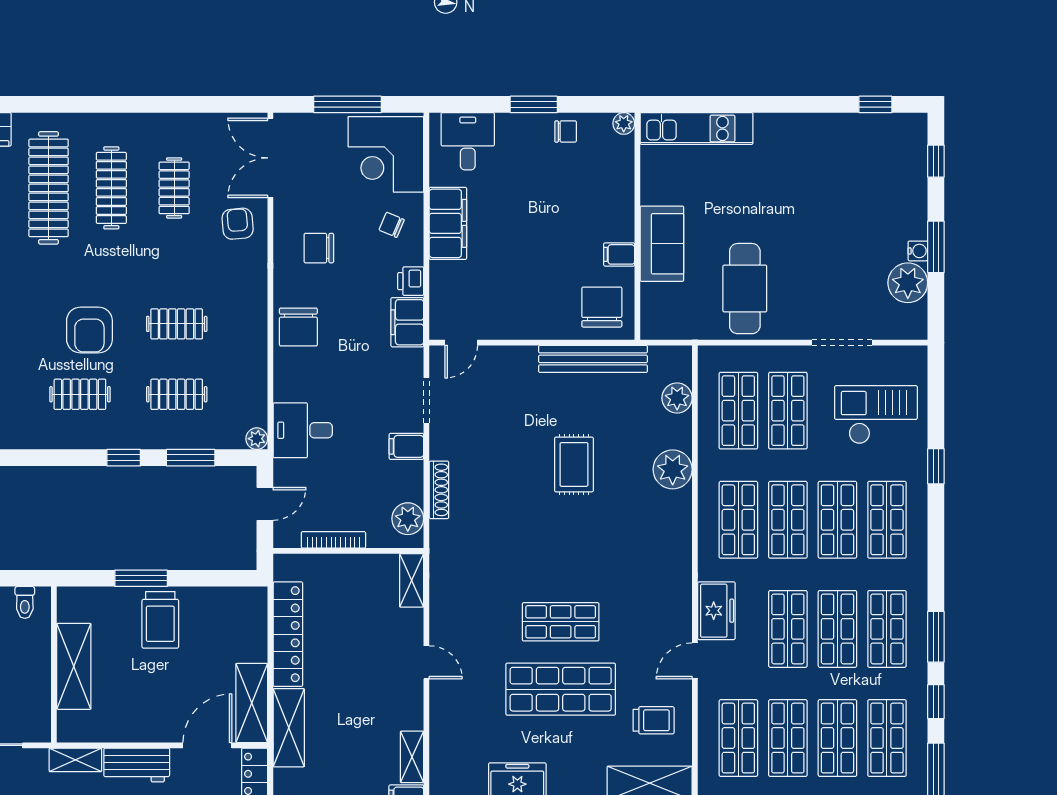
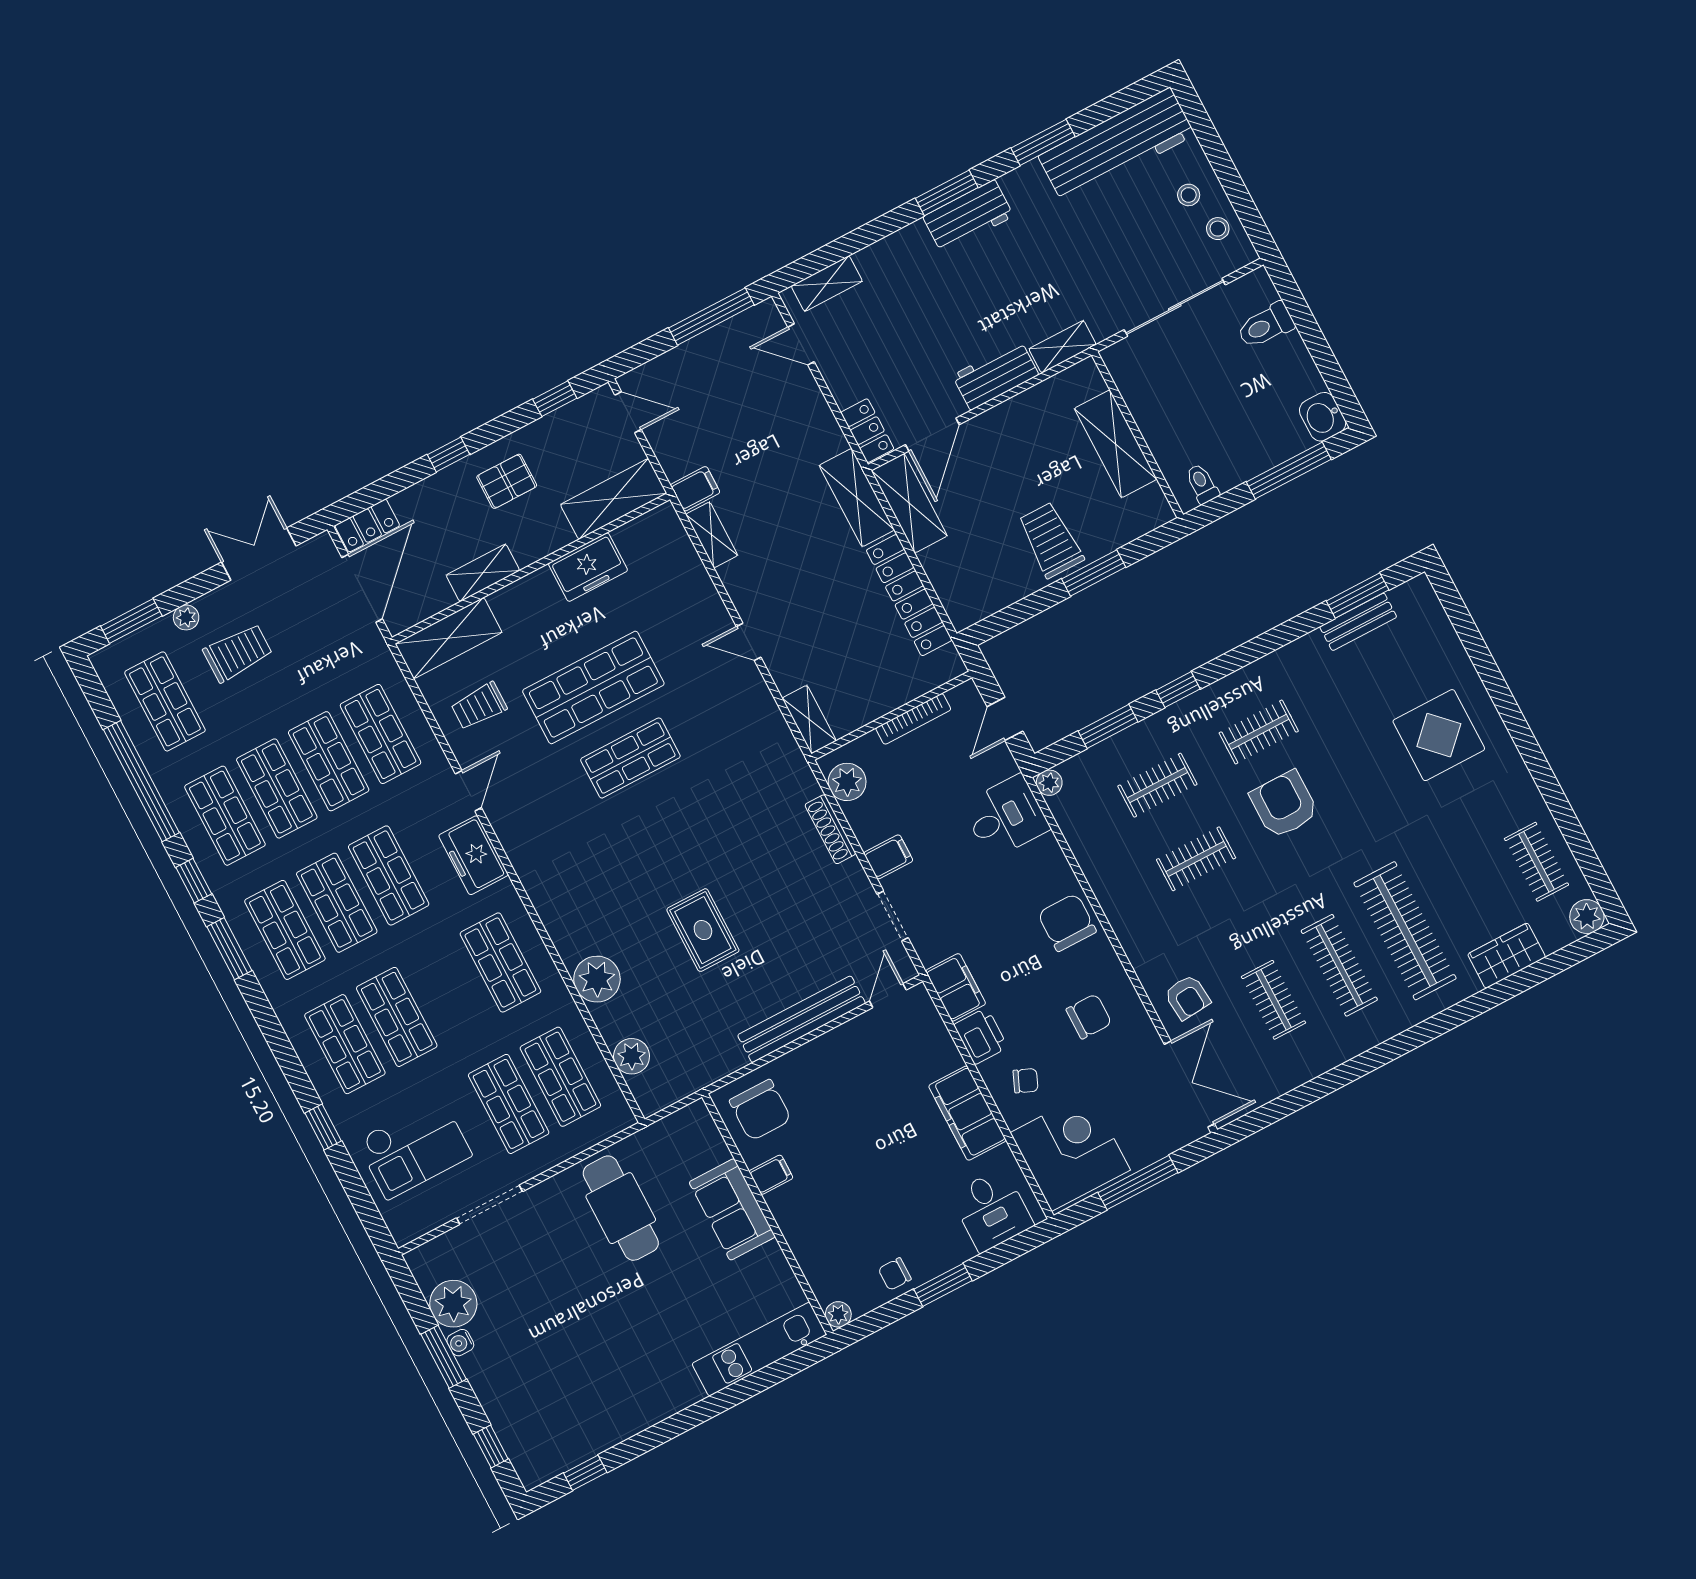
printer: (411, 281) -> (981, 1036), width x1.36, depth x1.24
bench: (593, 359) -> (802, 1019), moved
shop shelf: (788, 520) -> (449, 990), removed

